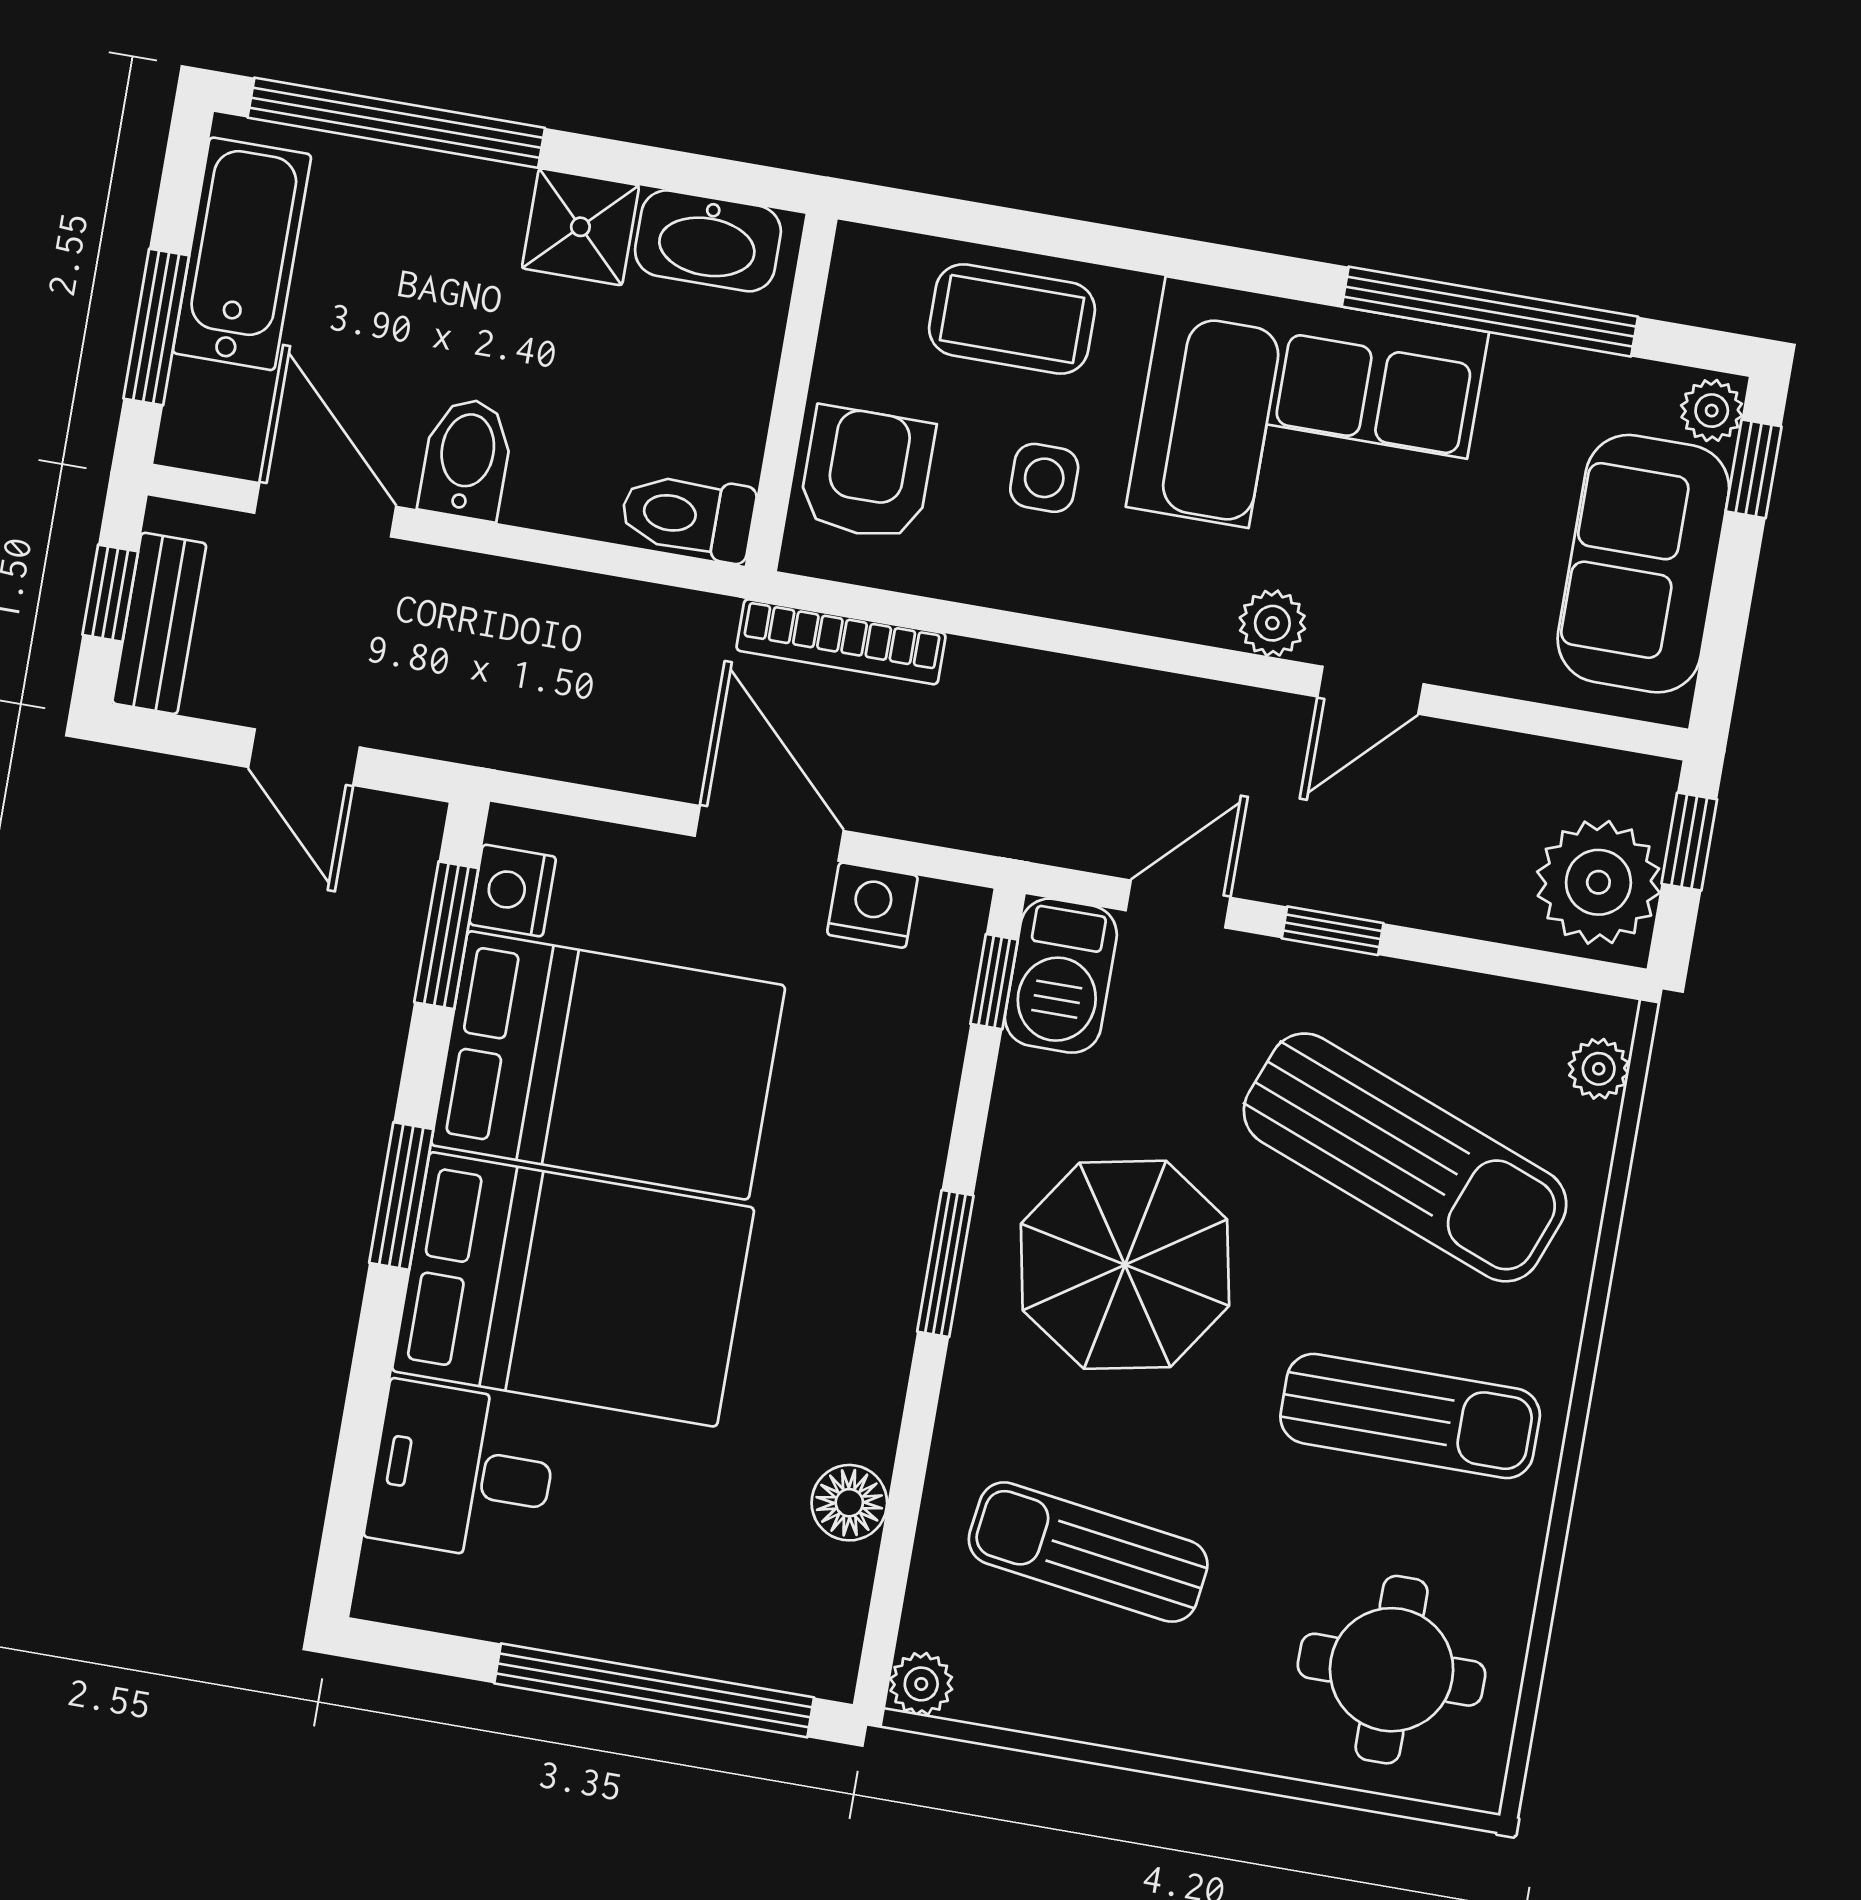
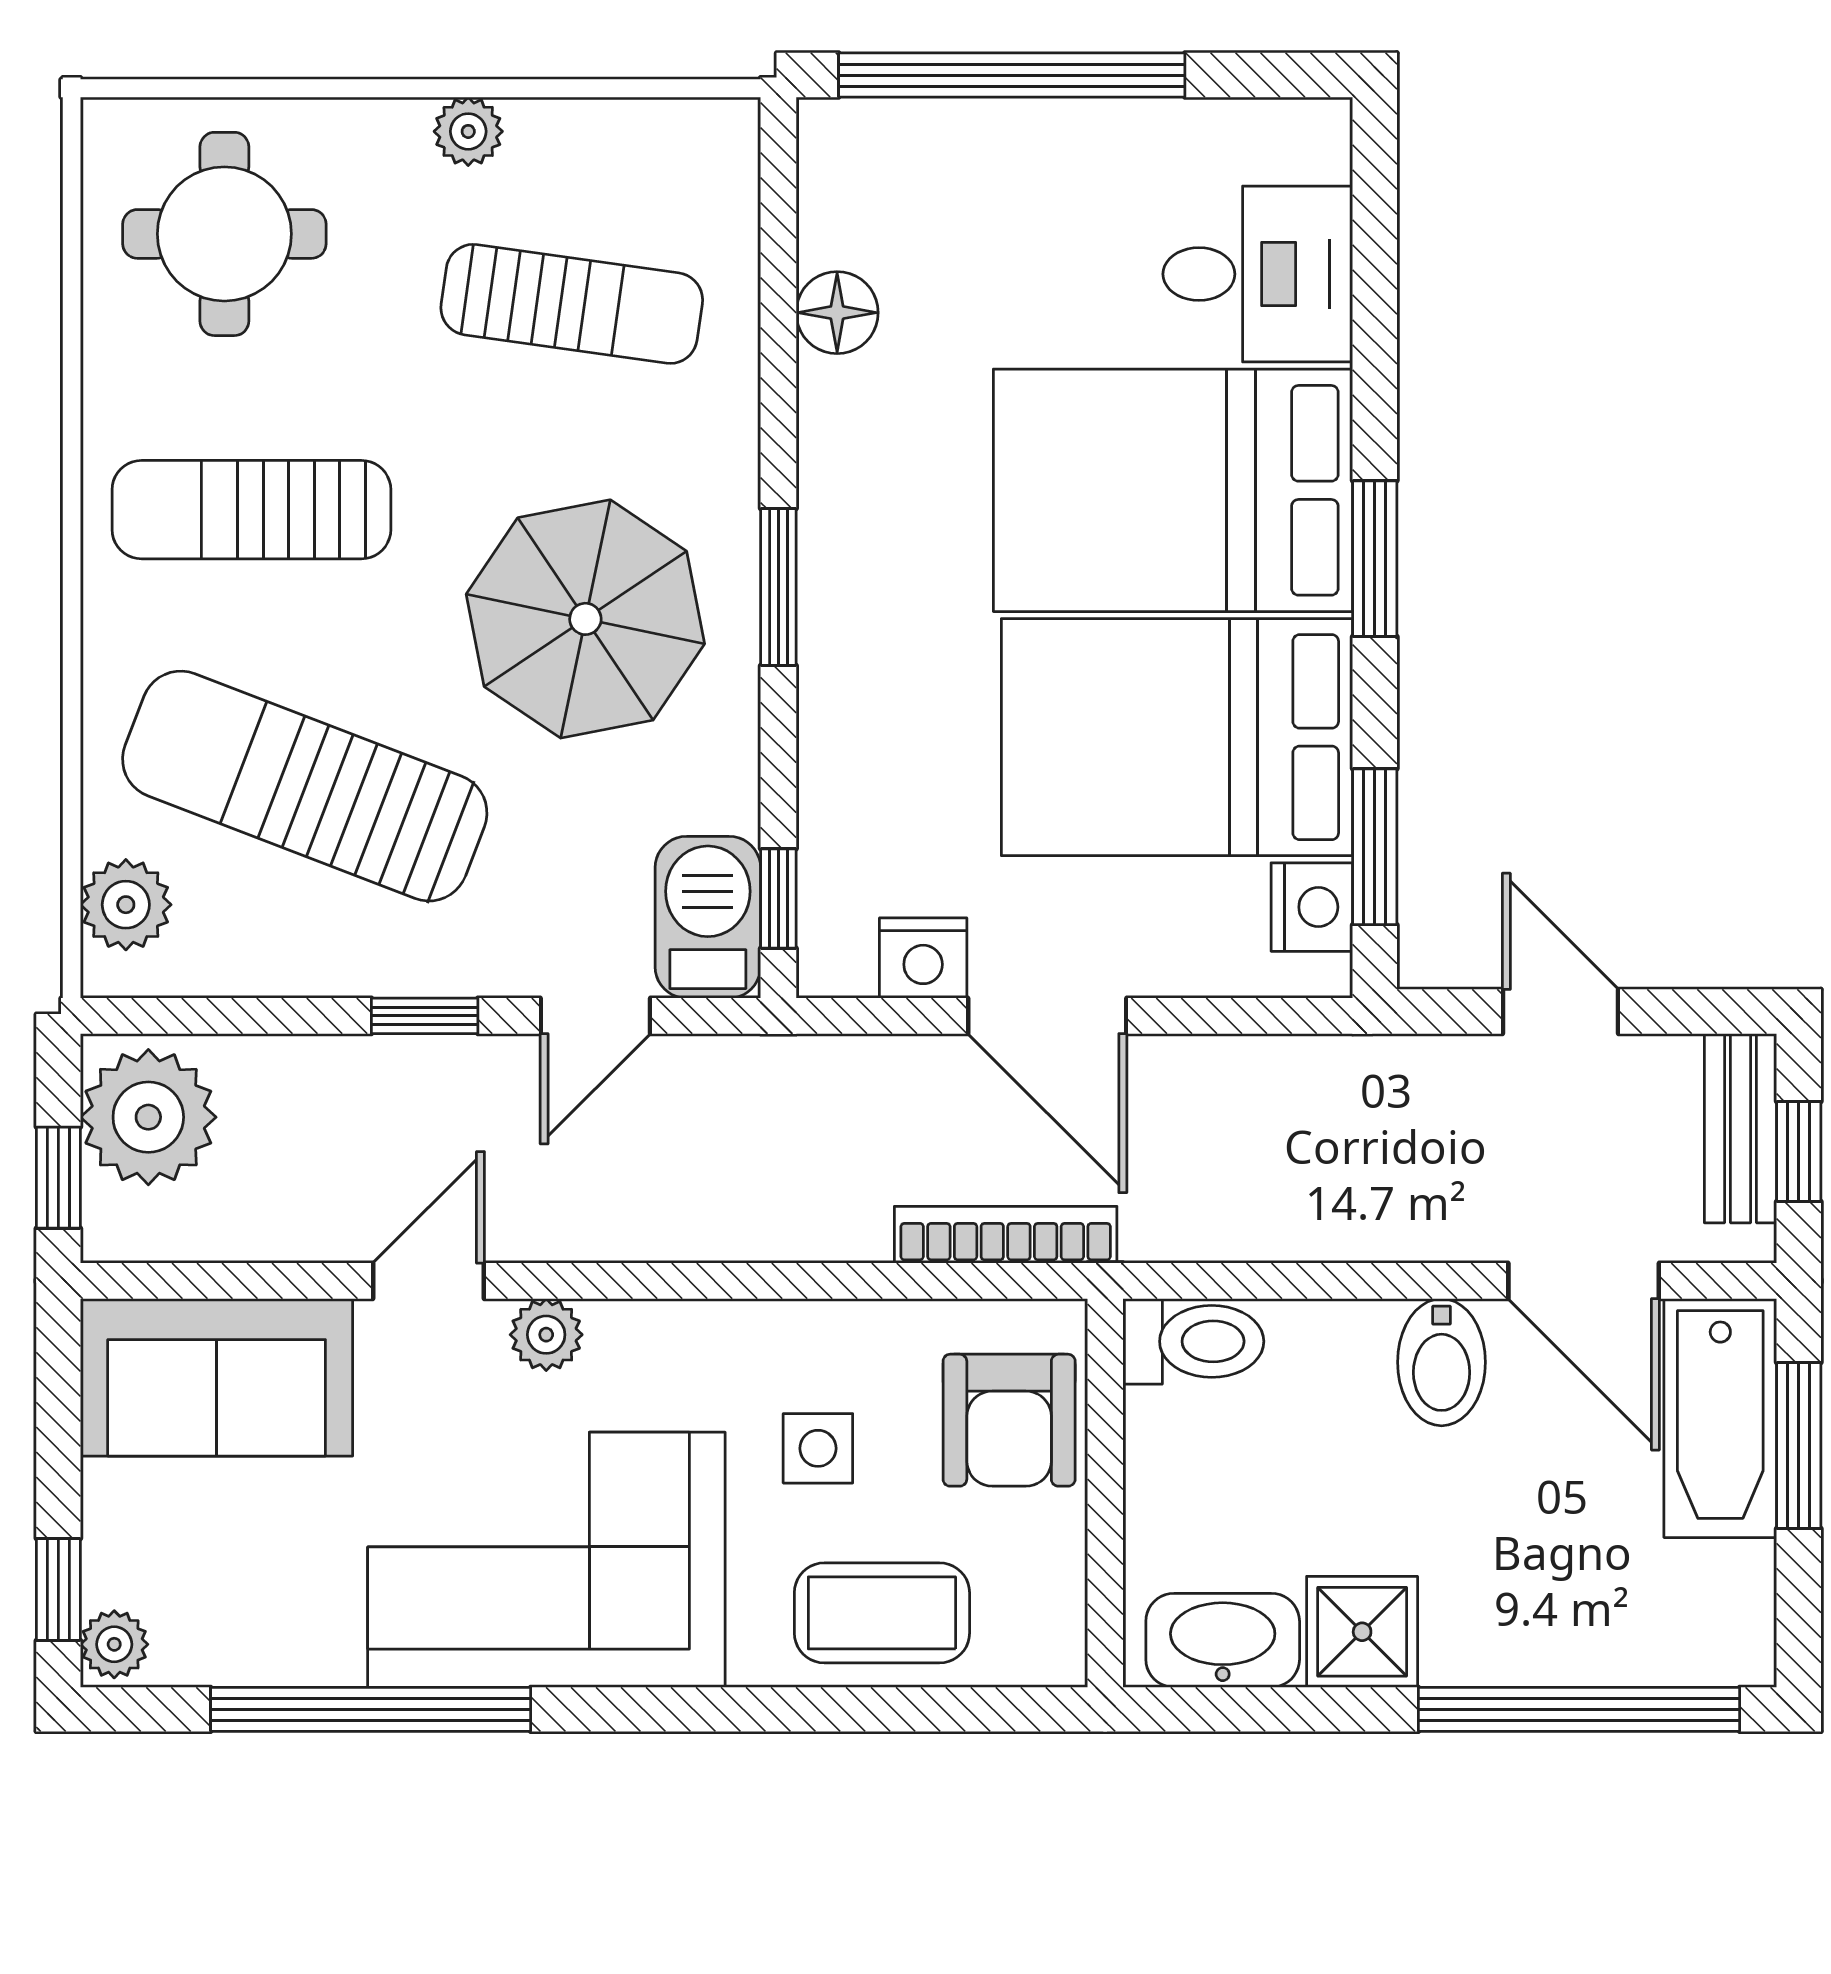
bathtub: (242, 254) -> (1720, 1418), moved
sofa: (1643, 564) -> (217, 1377), moved, turned 90
plant: (1599, 1069) -> (126, 905), width x1.38, depth x1.38
plant: (921, 1684) -> (468, 131), moved

